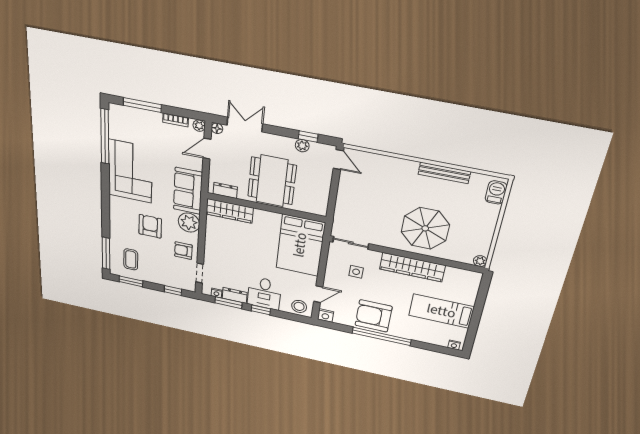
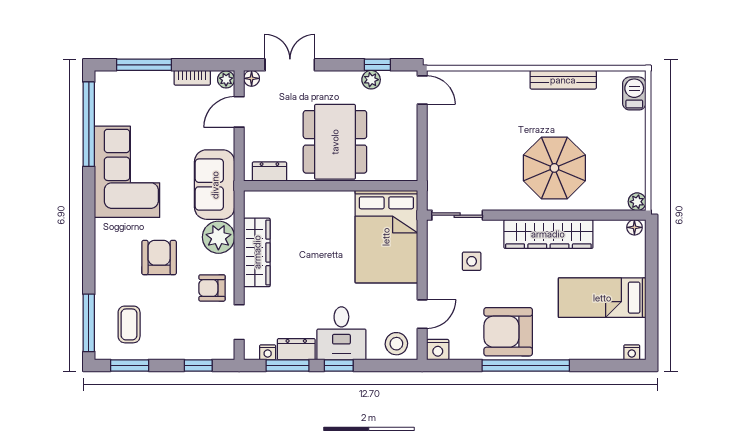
wardrobe: (229, 211) -> (257, 252), moved, turned -90
floor lamp: (474, 276) -> (634, 227), added

